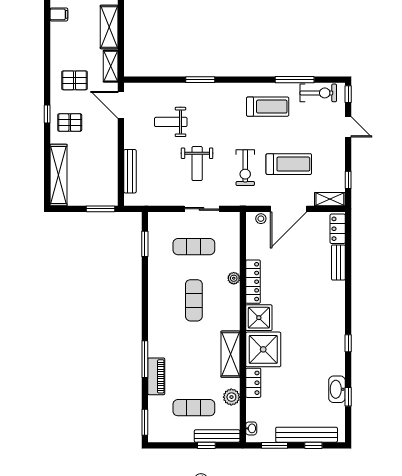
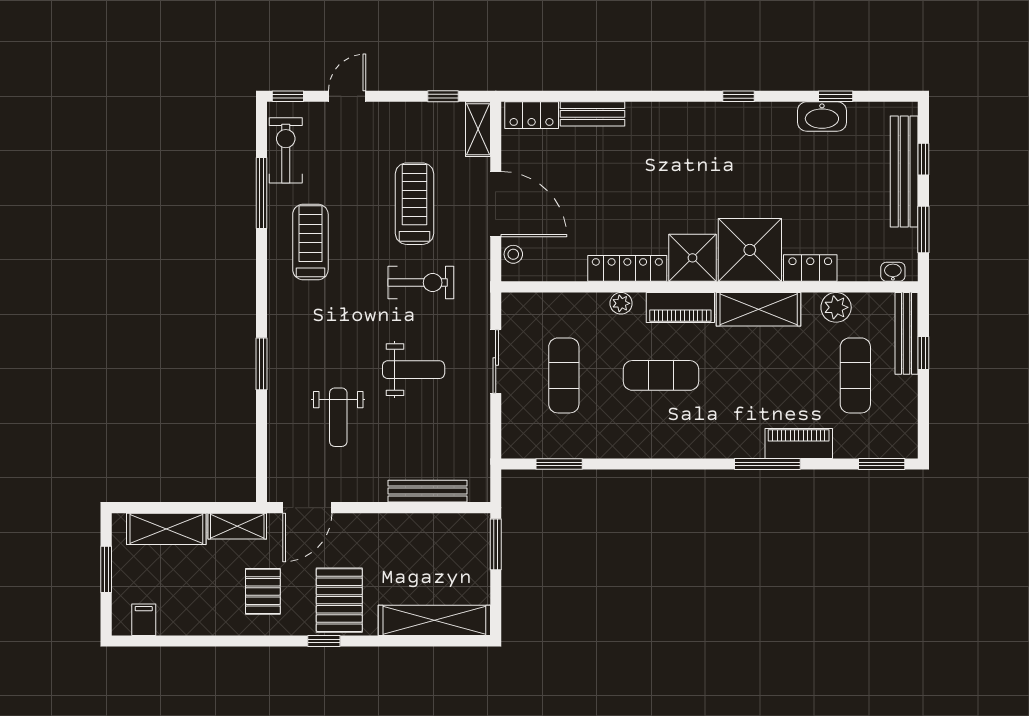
pallet: (70, 122) -> (339, 600), width x1.50, depth x1.42
piano: (231, 311) -> (680, 308), added

